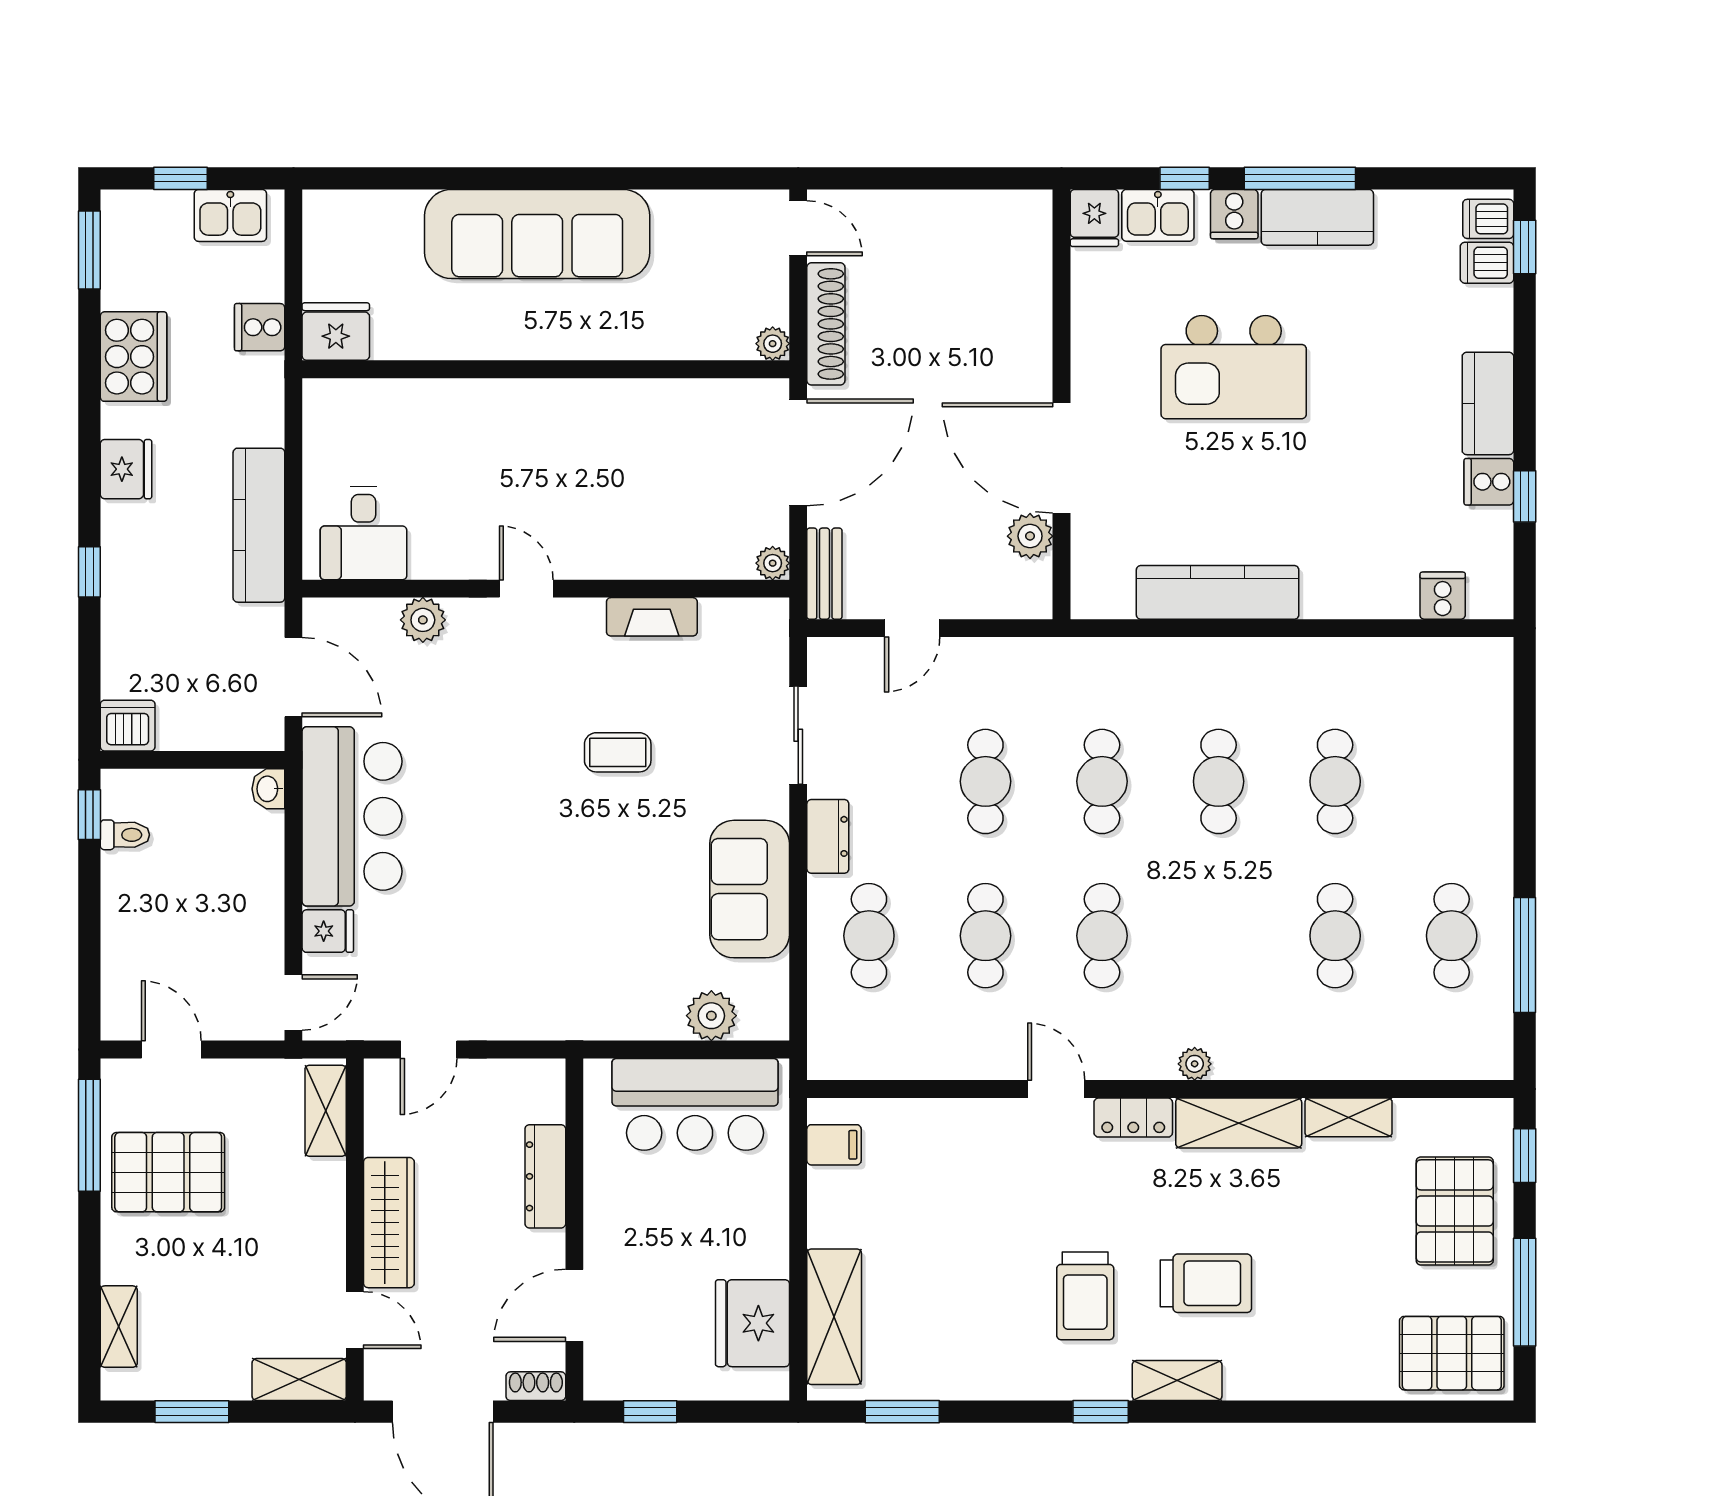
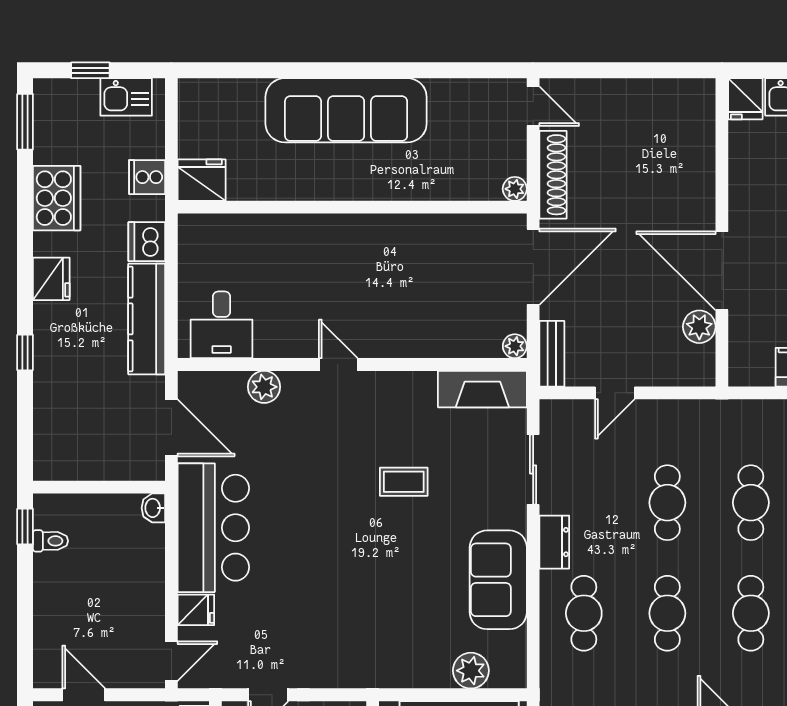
fireplace: (652, 617) -> (482, 389), moved, width x1.37, depth x1.32
dishwasher: (128, 726) -> (147, 242), moved, turned -90

